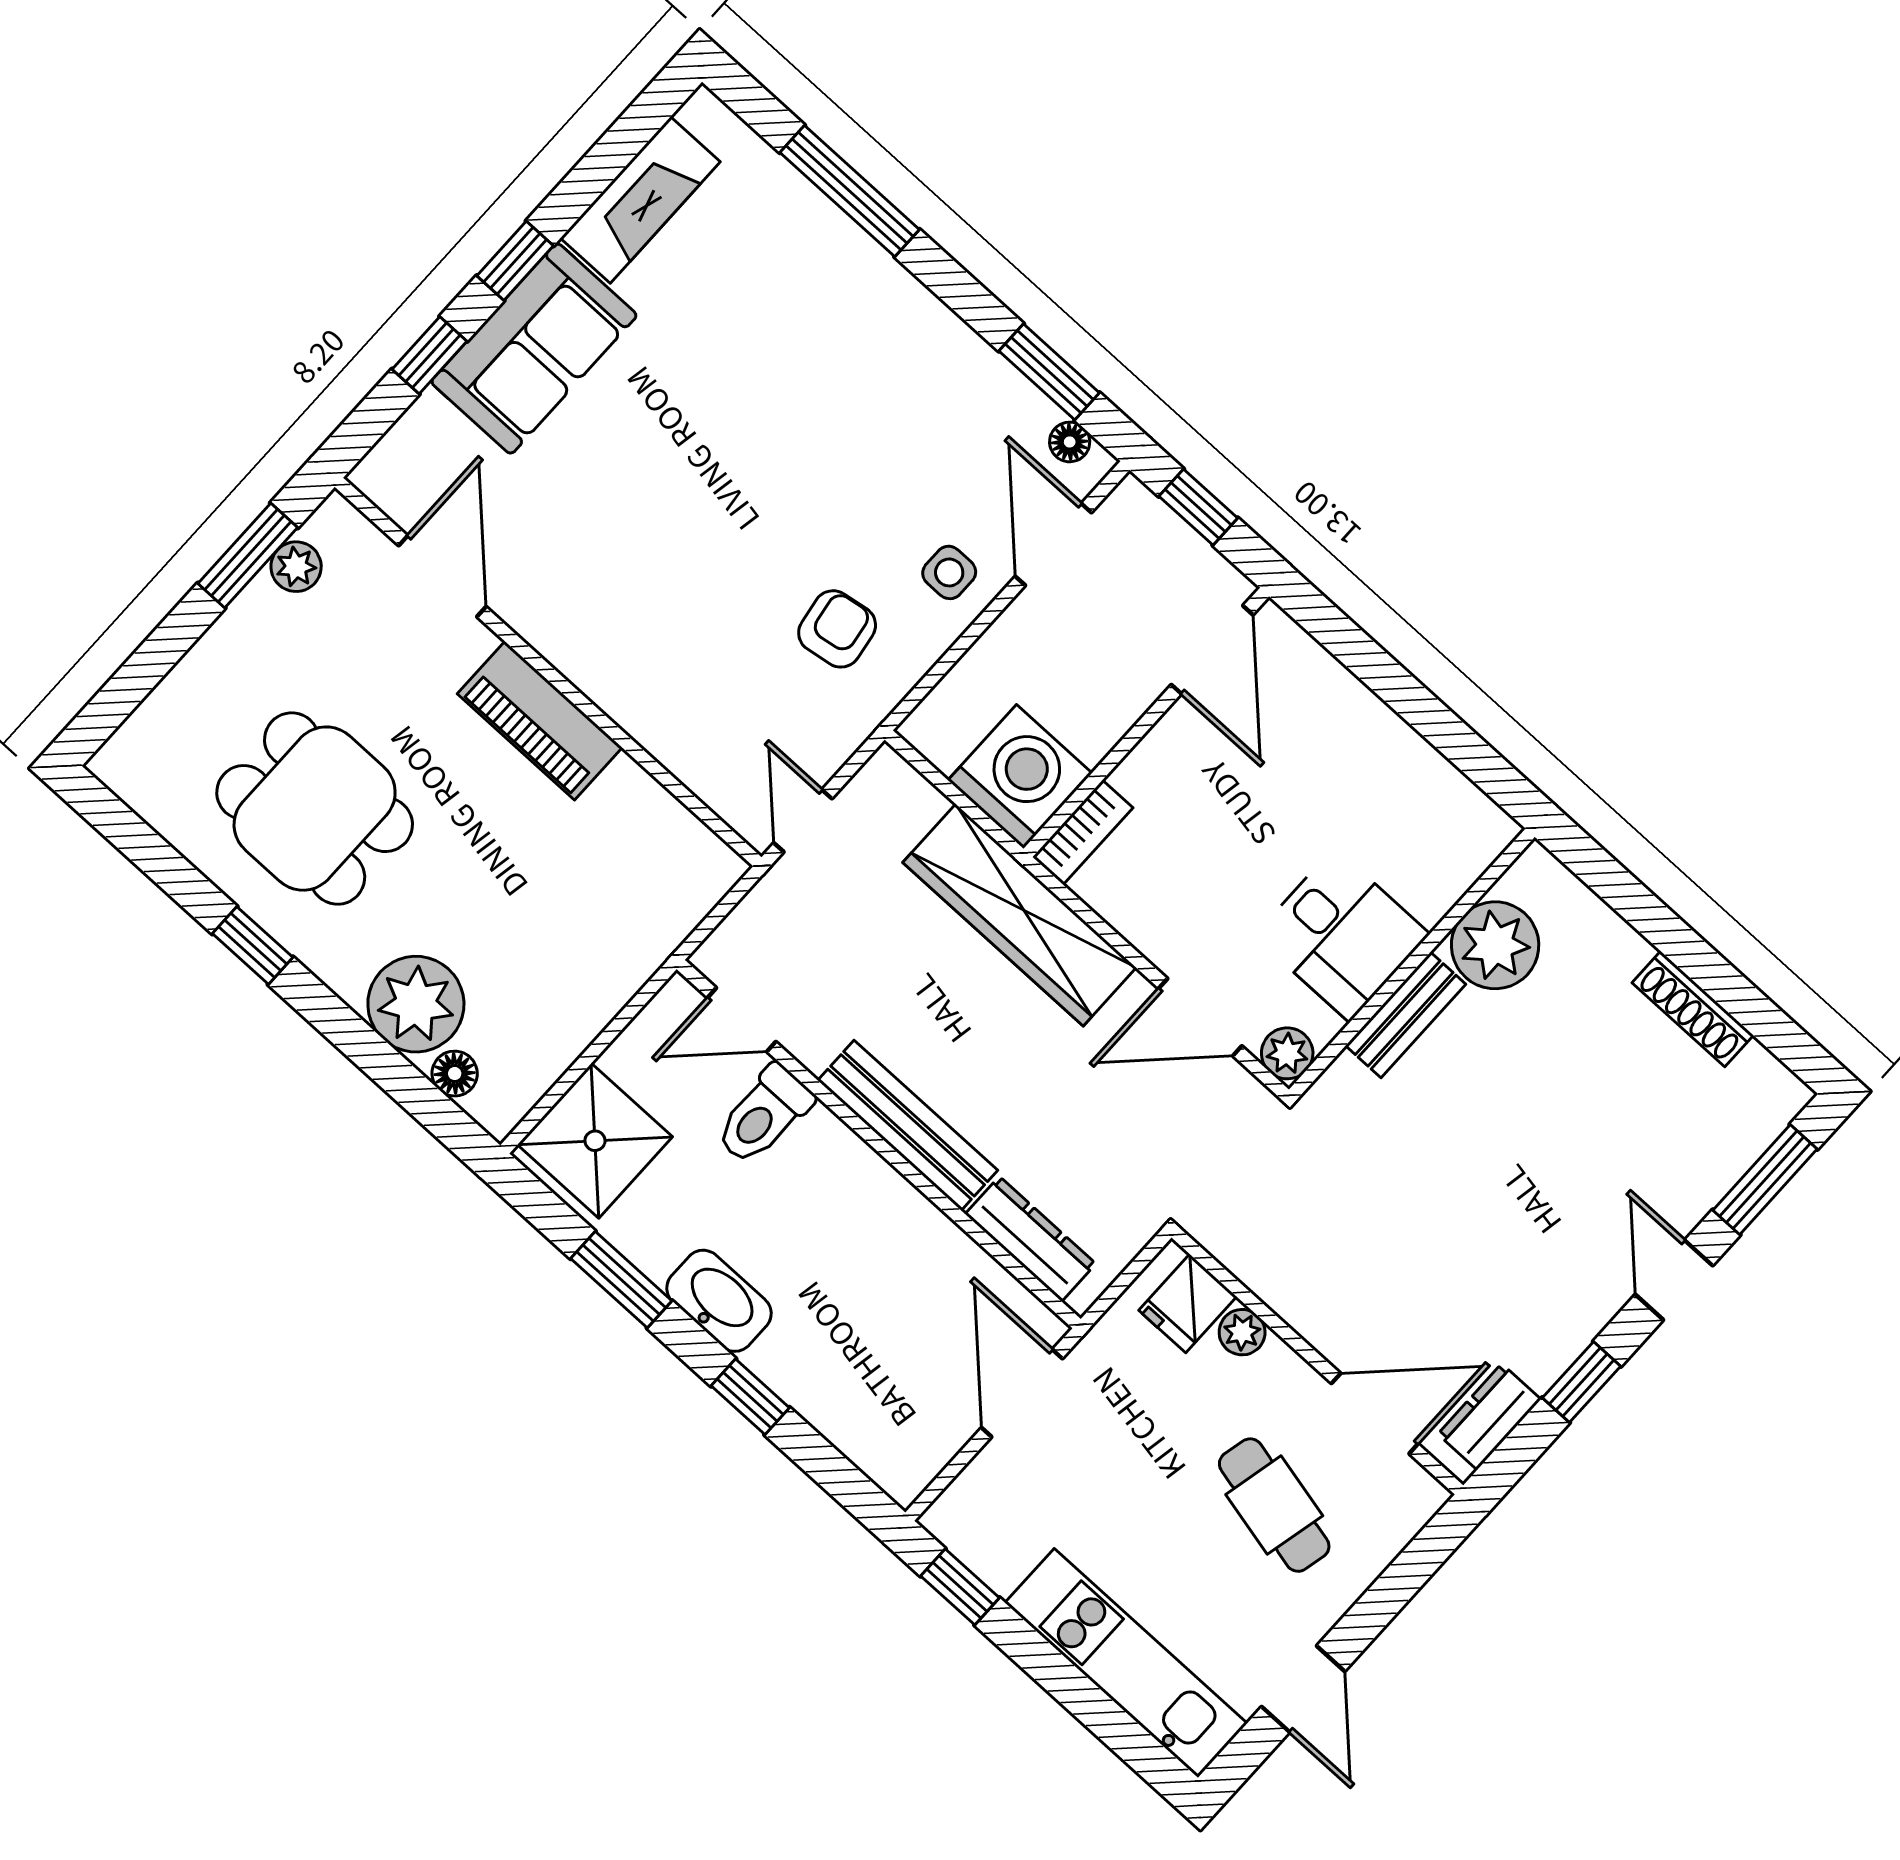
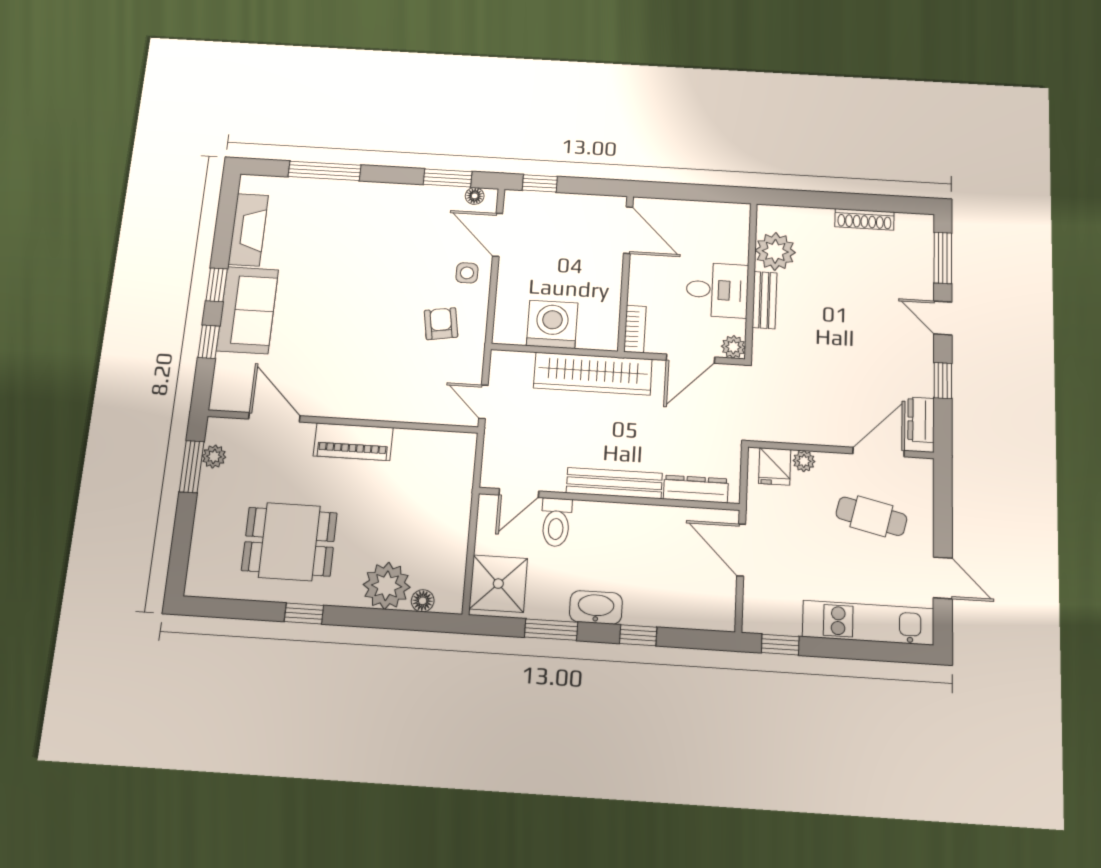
door: (1212, 650) -> (628, 230), moved
wall: (1146, 722) -> (626, 273), moved
bookcase: (1083, 832) -> (635, 329), moved

